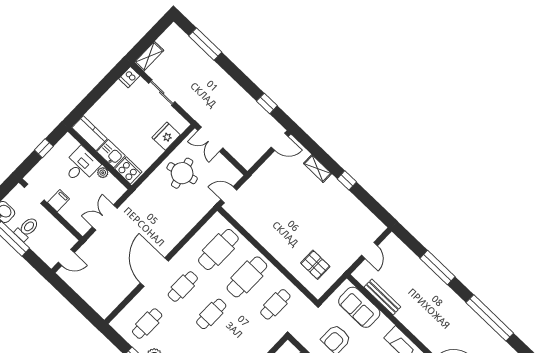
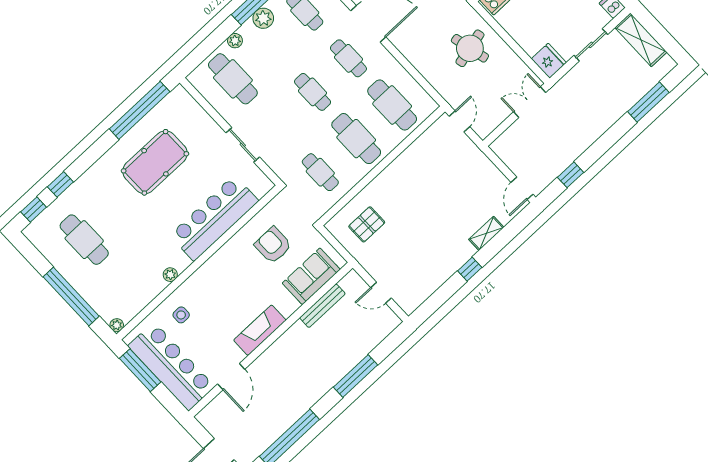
shelving: (149, 56) -> (641, 40), width x1.50, depth x1.33
fridge: (166, 136) -> (549, 61), moved
round table: (182, 173) -> (470, 48), moved

